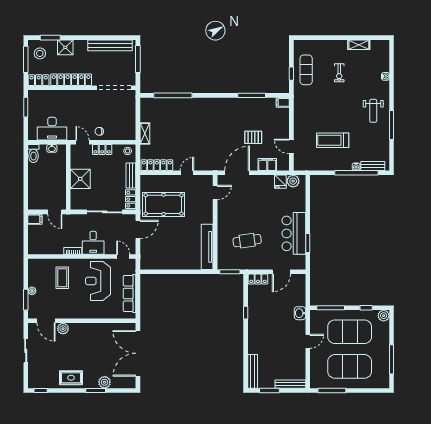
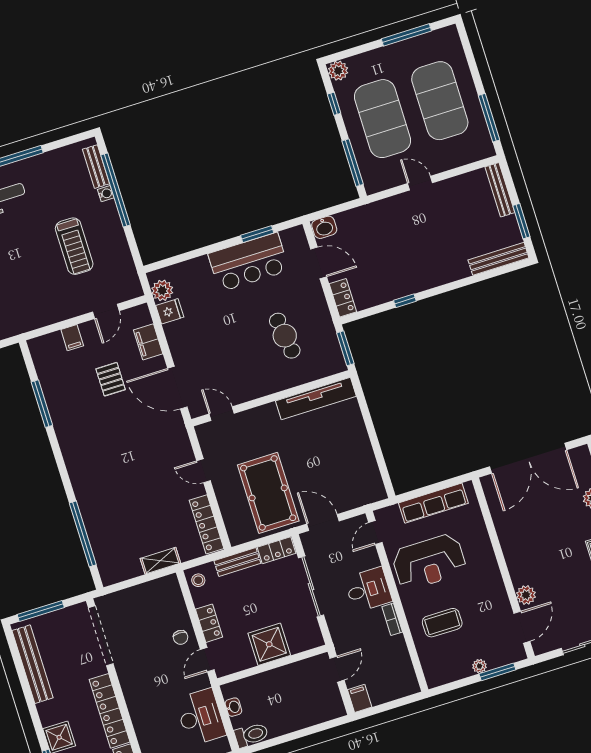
filing cabinet: (283, 102) -> (72, 338), moved
washbasin: (300, 313) -> (324, 227), moved

